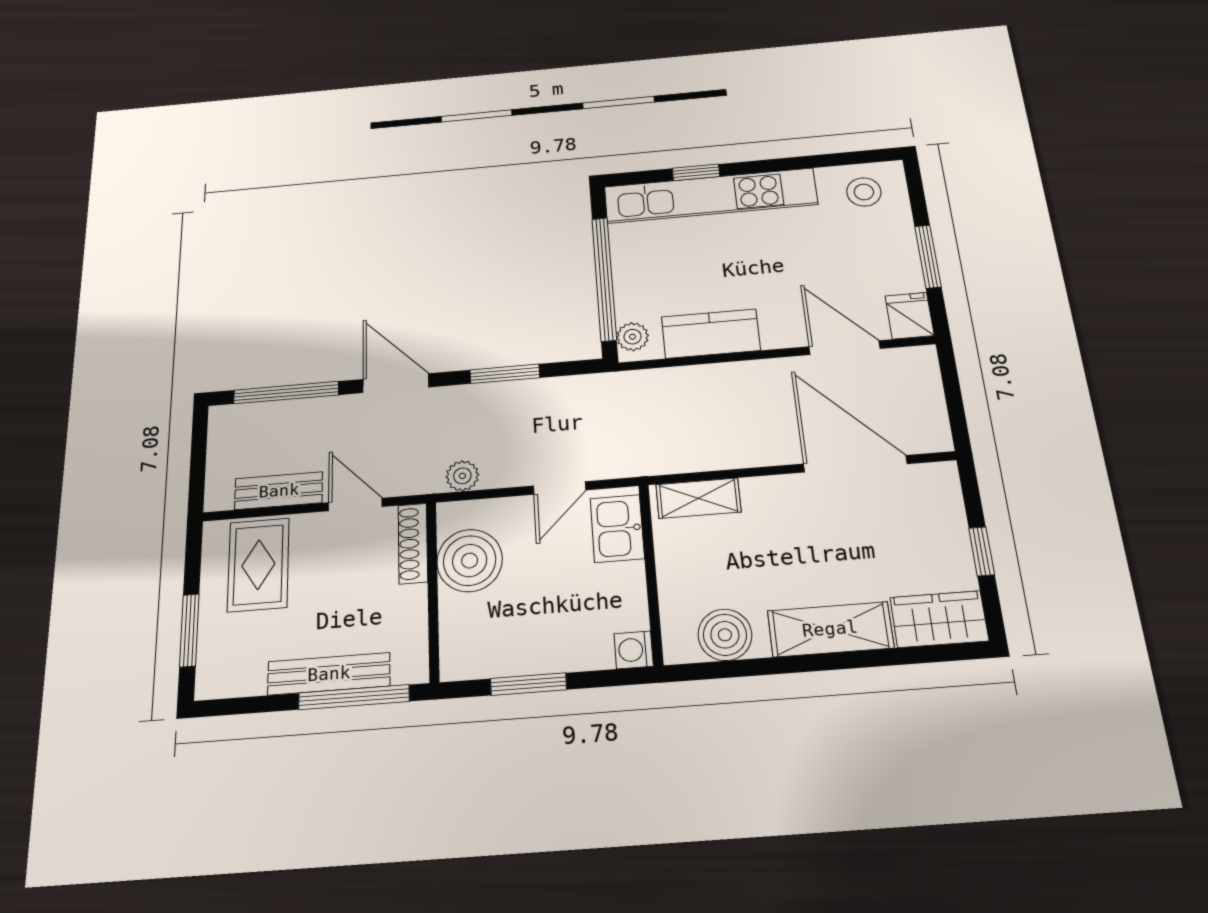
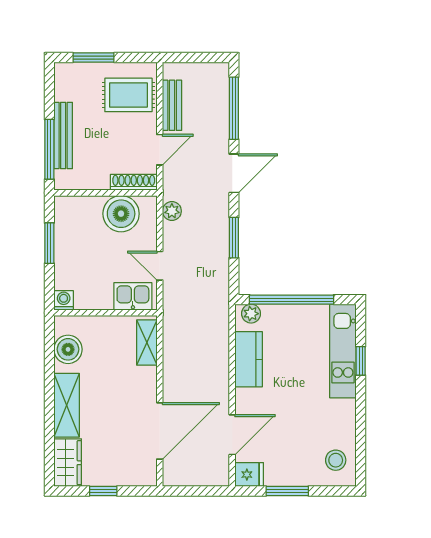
kitchen unit: (710, 196) -> (343, 351), width x0.73

